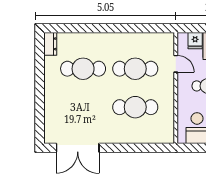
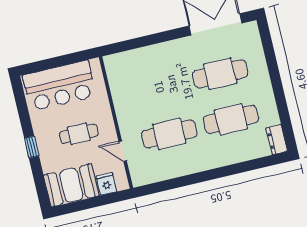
cafe table: (135, 107) -> (220, 74), moved

